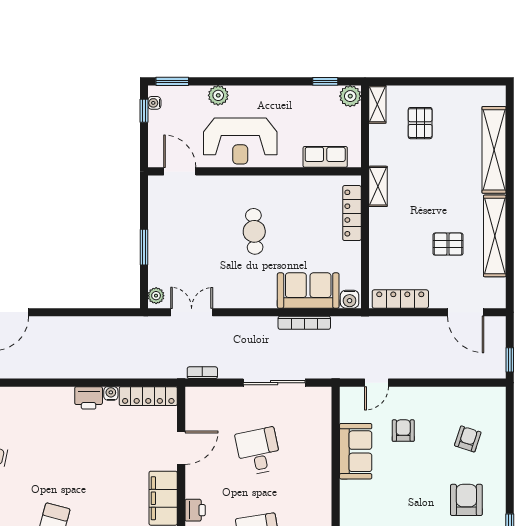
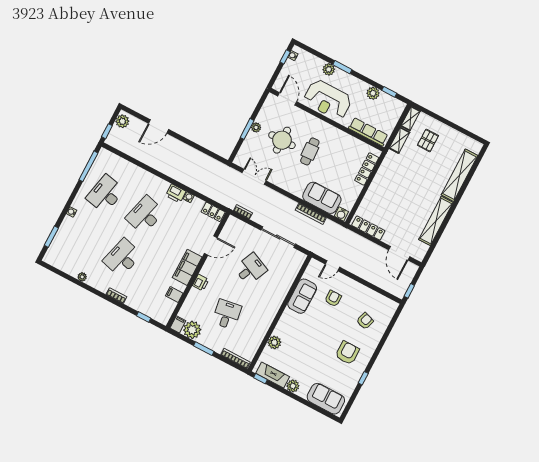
window: (172, 81) -> (342, 67), moved
plant: (350, 96) -> (373, 93), moved
row of seats: (325, 157) -> (368, 132), width x1.48
shelving: (378, 186) -> (399, 140), moved
round table: (204, 236) -> (282, 140), added
pallet: (448, 244) -> (409, 212), removed
plant: (156, 296) -> (256, 127), moved
locker: (148, 396) -> (213, 212), width x0.66
desk: (258, 451) -> (251, 269), turned 36
desk: (60, 454) -> (145, 215), added

